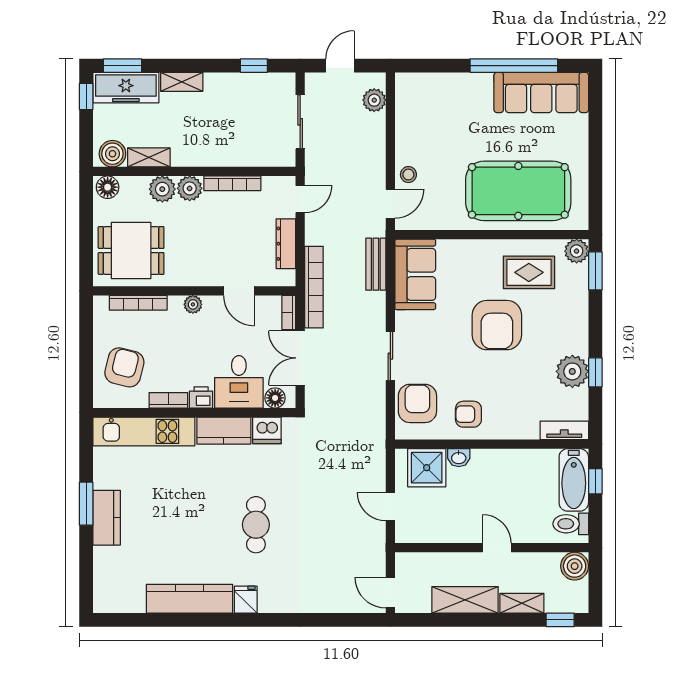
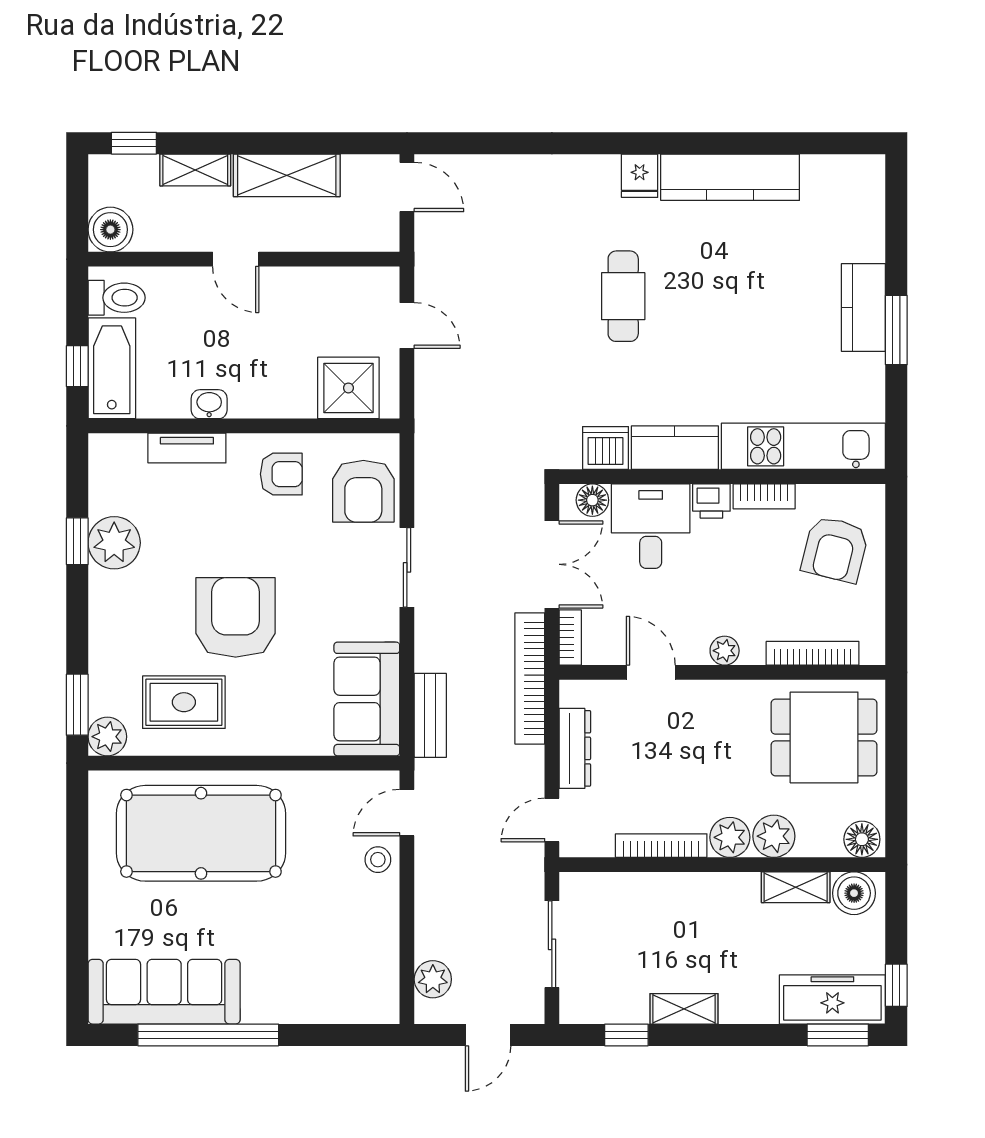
shelving: (182, 82) -> (684, 1009), moved
tv unit: (564, 430) -> (187, 448), moved
washbasin: (459, 458) -> (209, 404), moved

